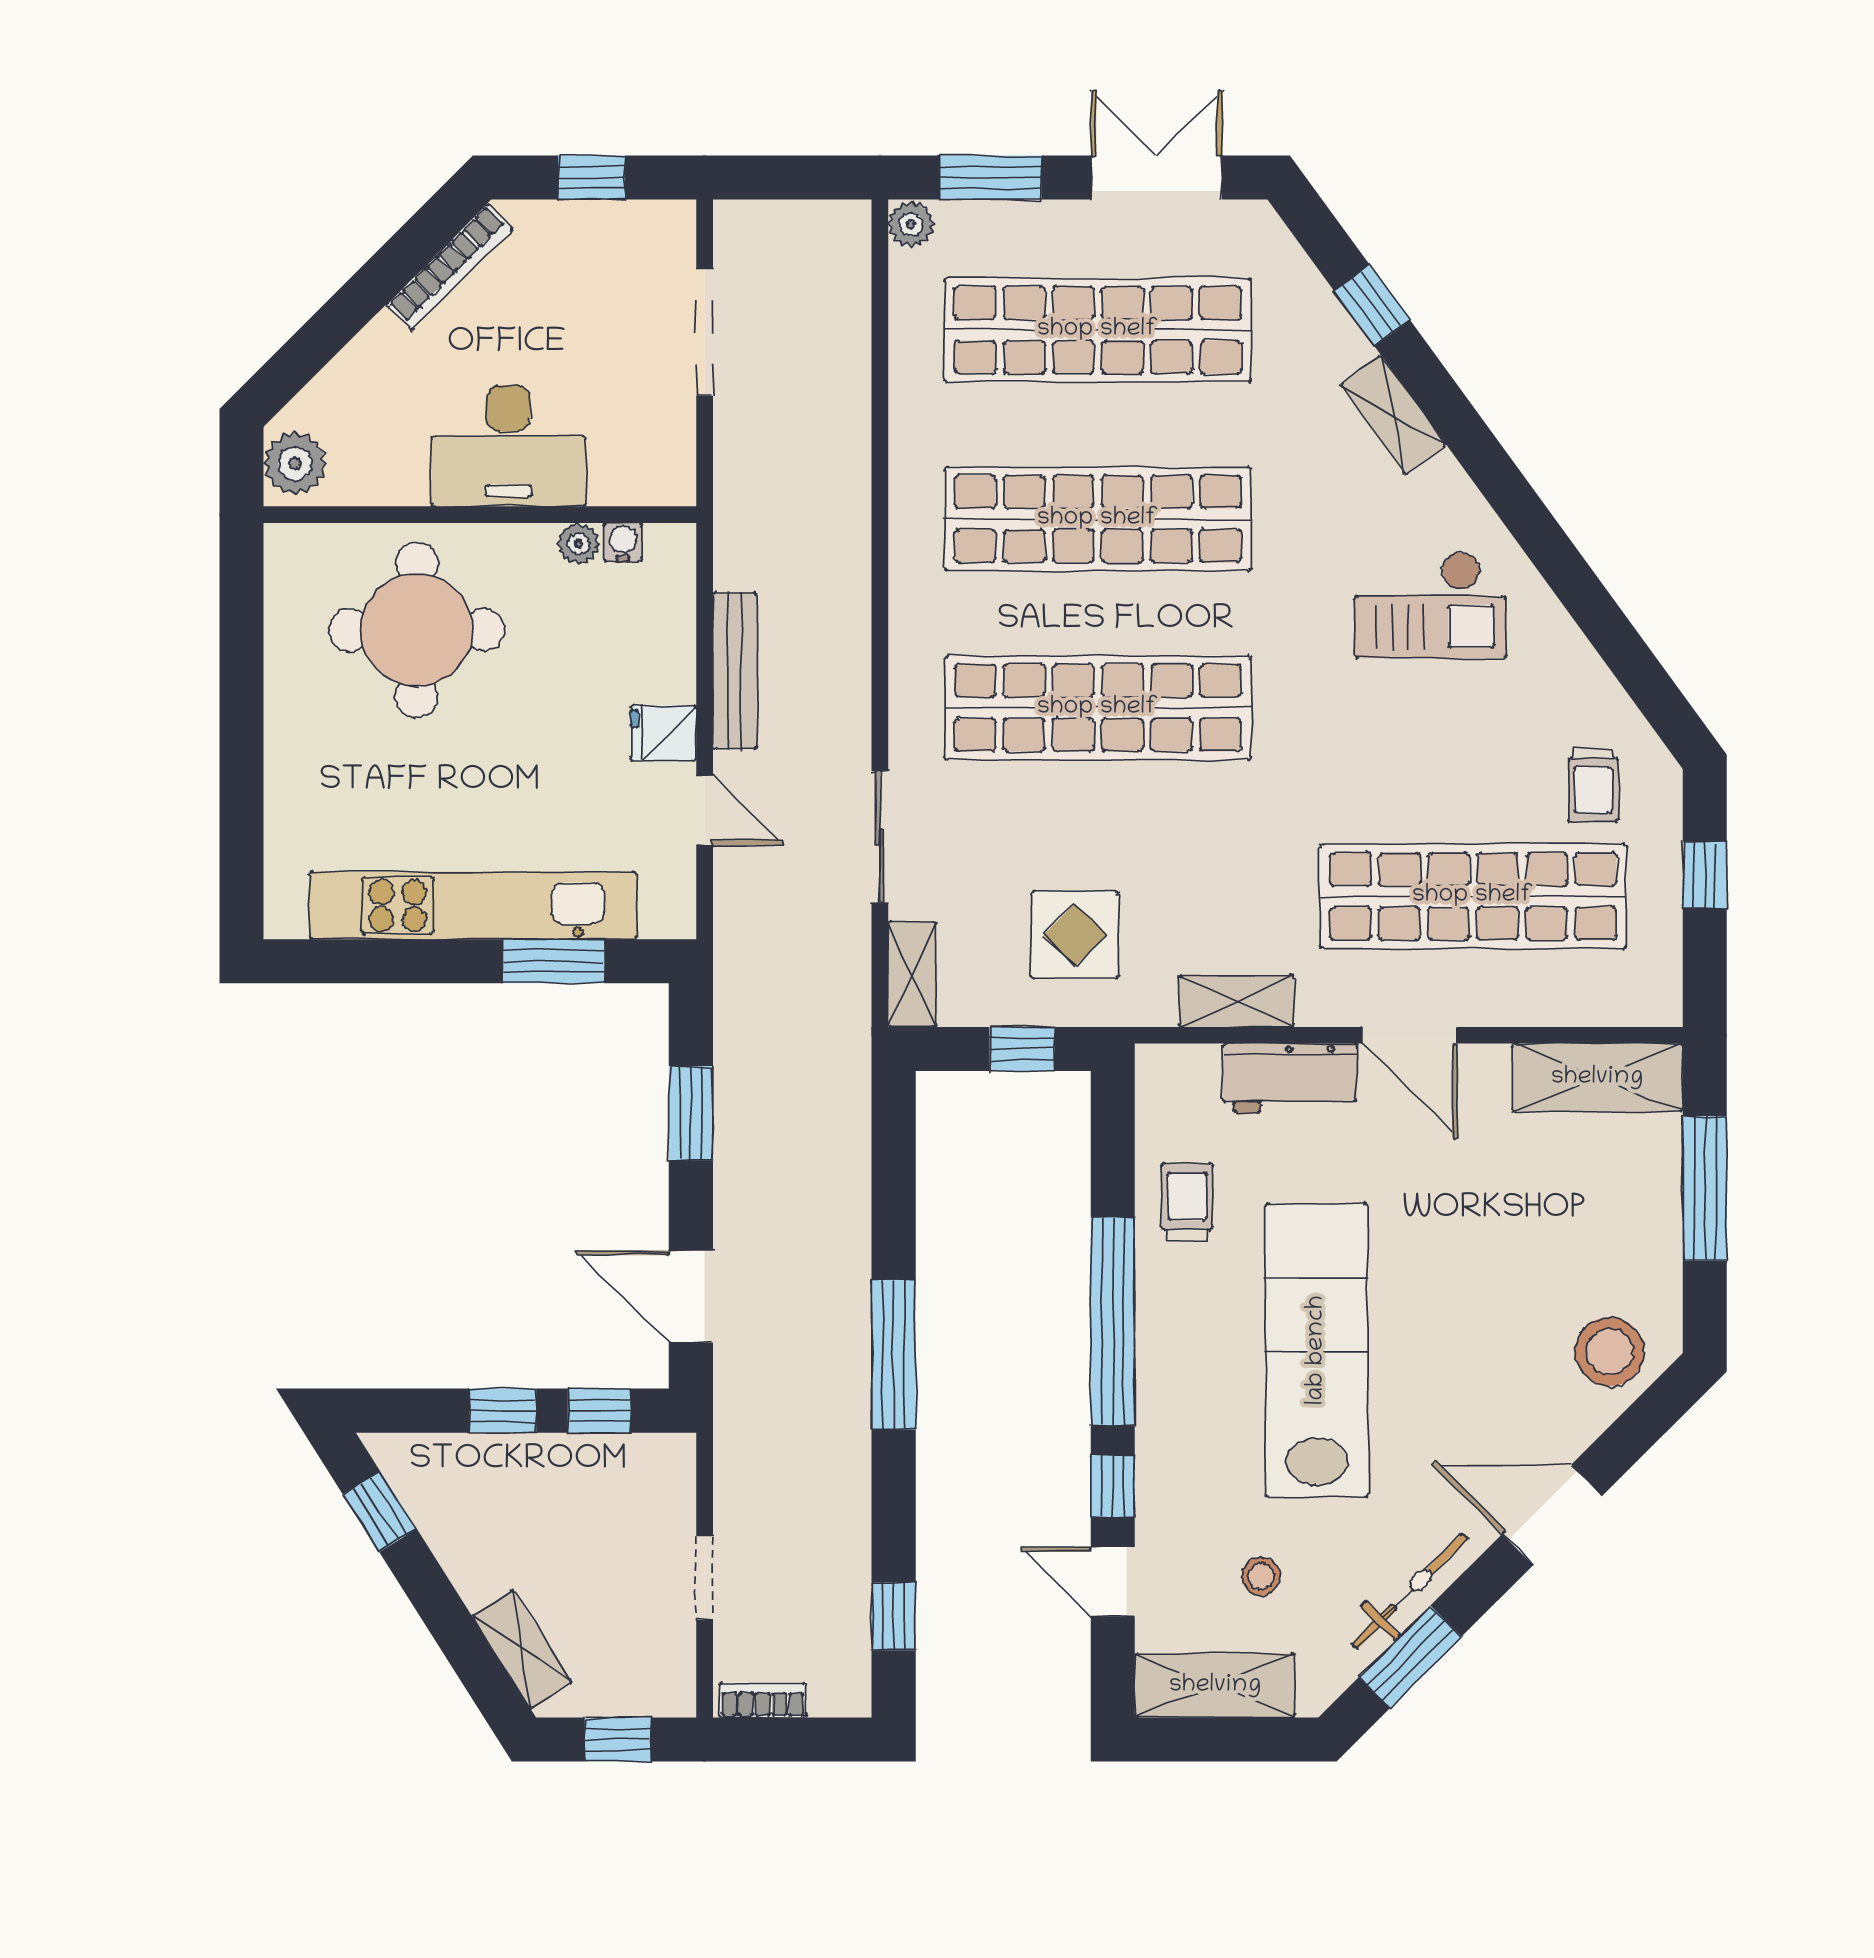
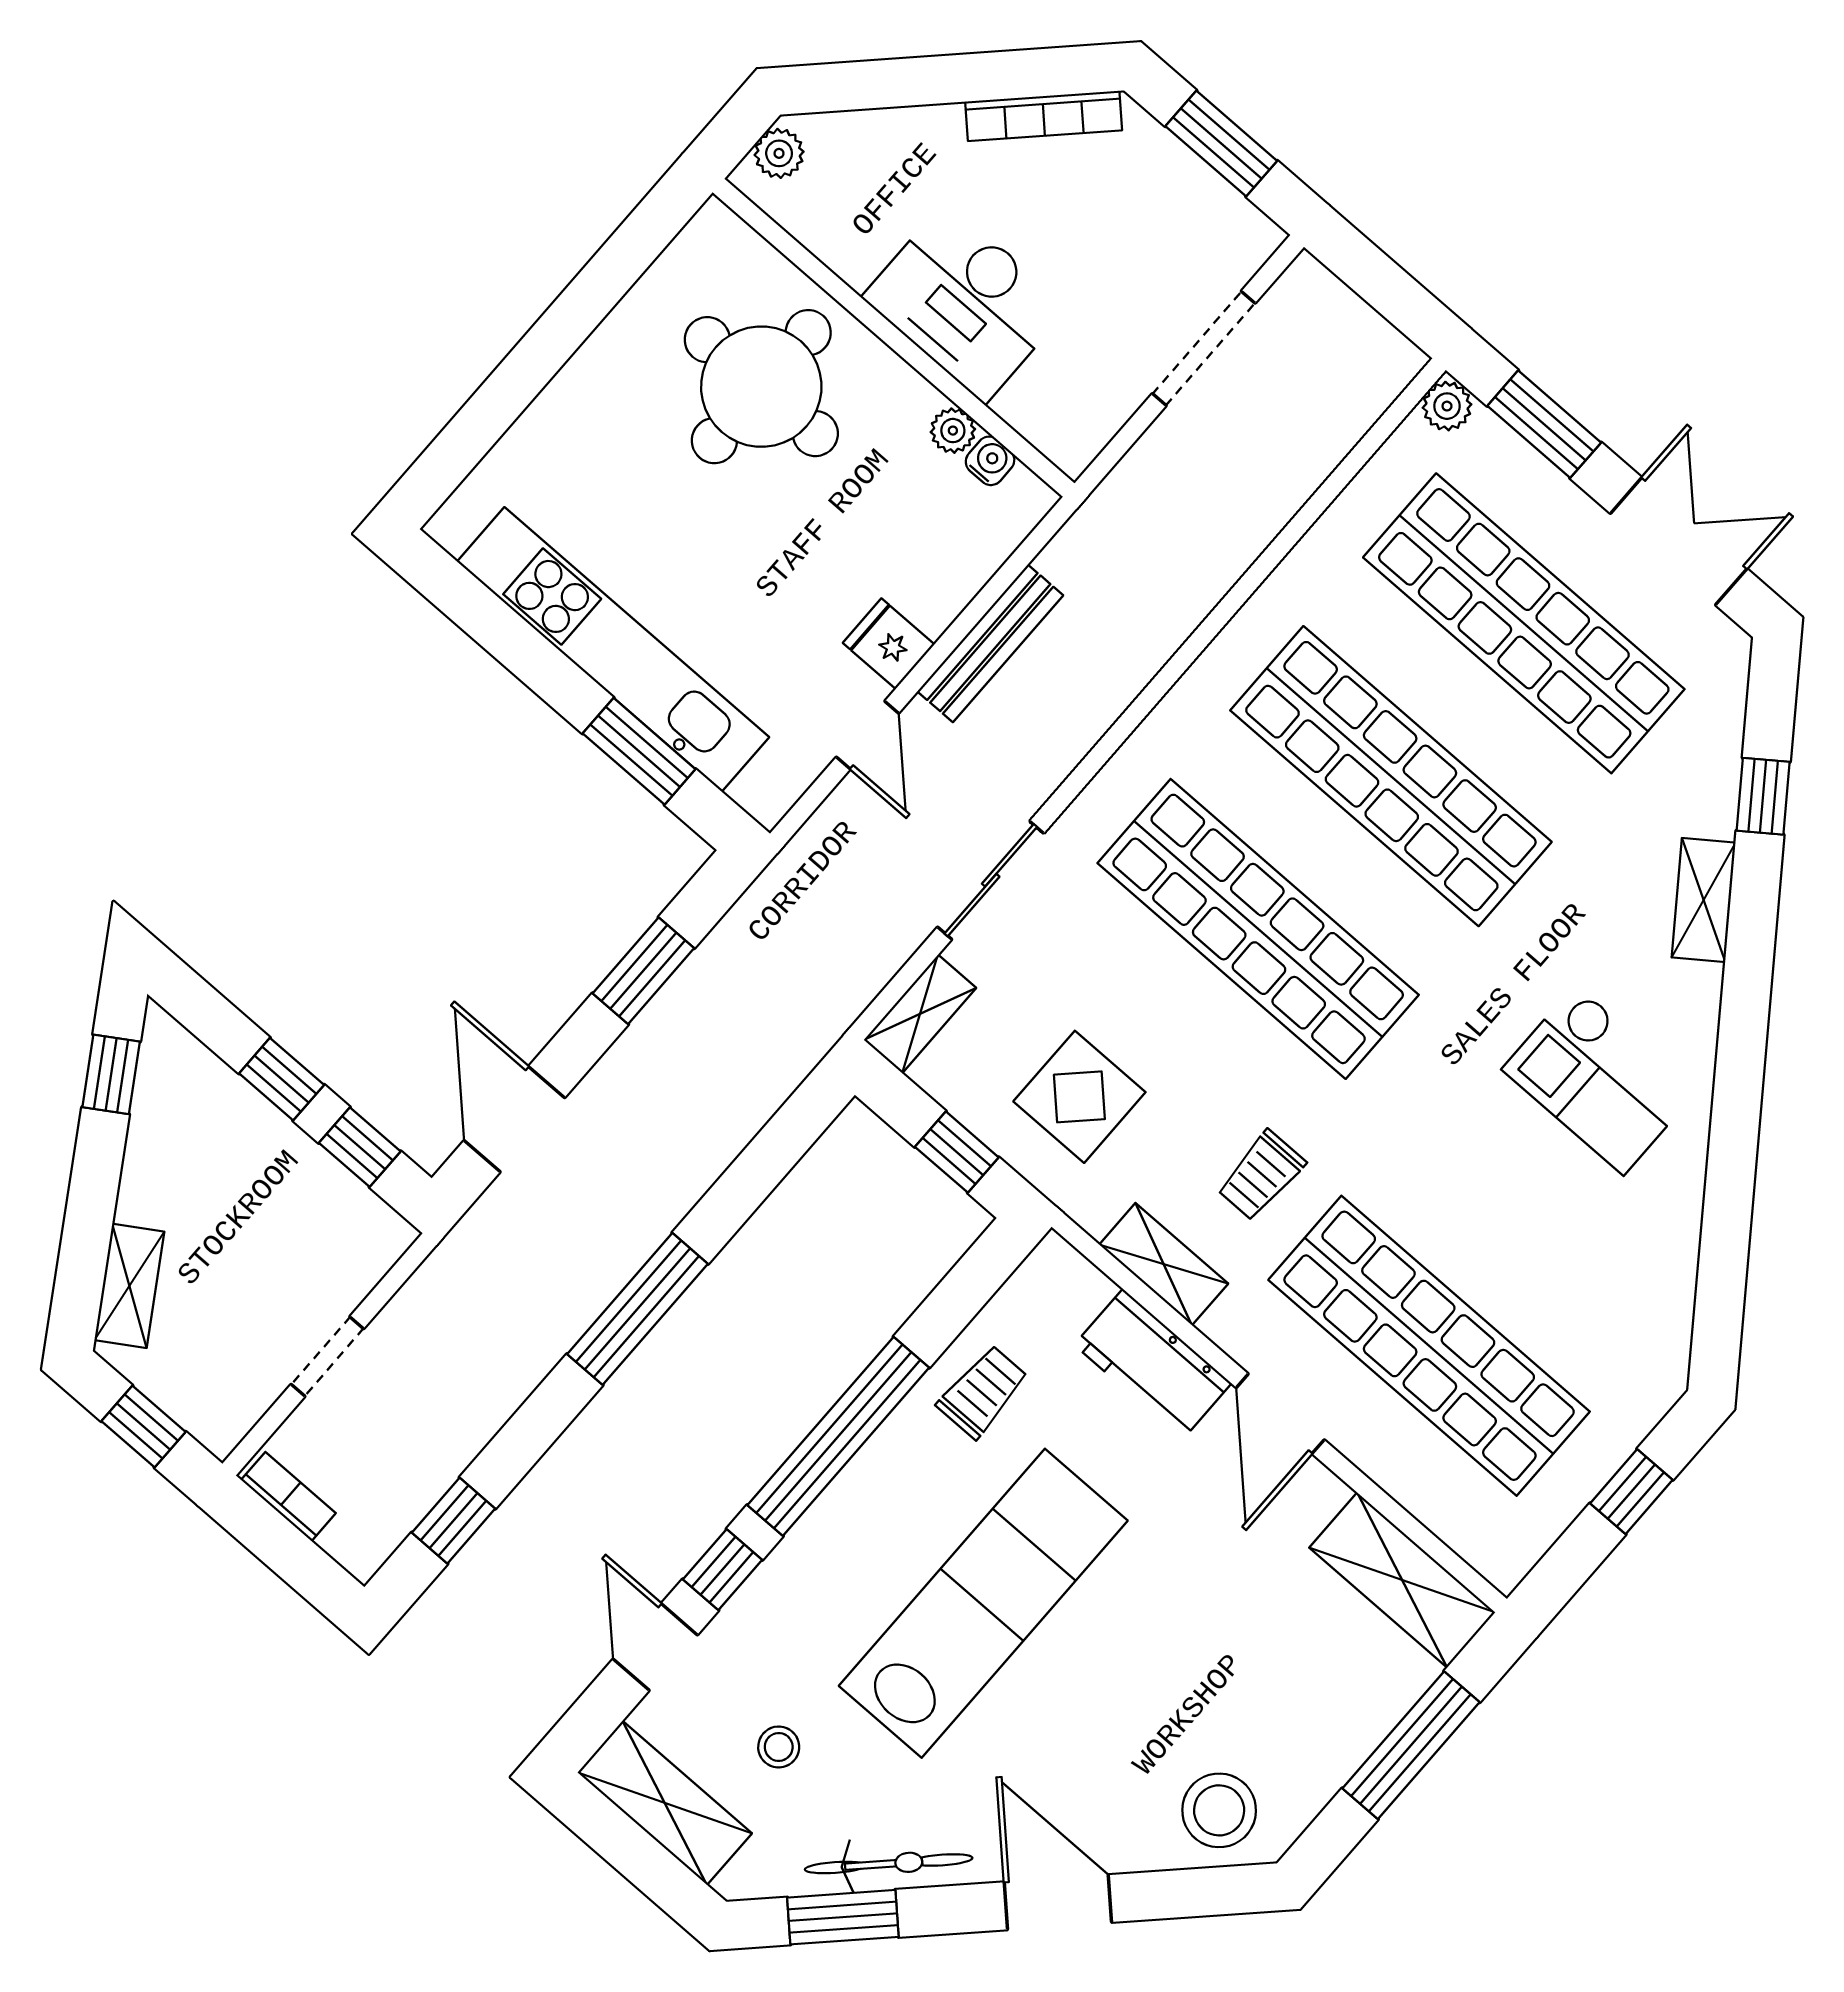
window: (592, 178) -> (1221, 144), width x1.50
plant: (295, 464) -> (779, 153), width x0.73, depth x0.73
trolley: (1593, 785) -> (1261, 1175), moved

